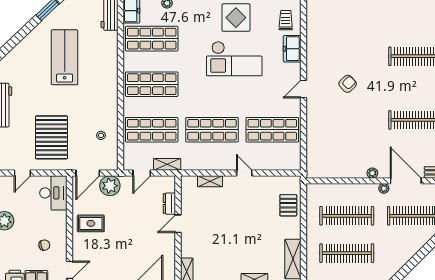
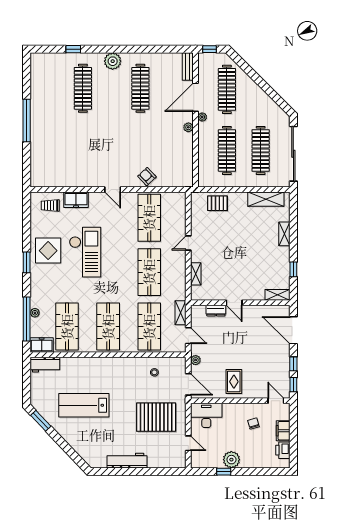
armchair: (348, 84) -> (147, 177), moved
plant: (110, 186) -> (196, 360), width x0.53, depth x0.53

